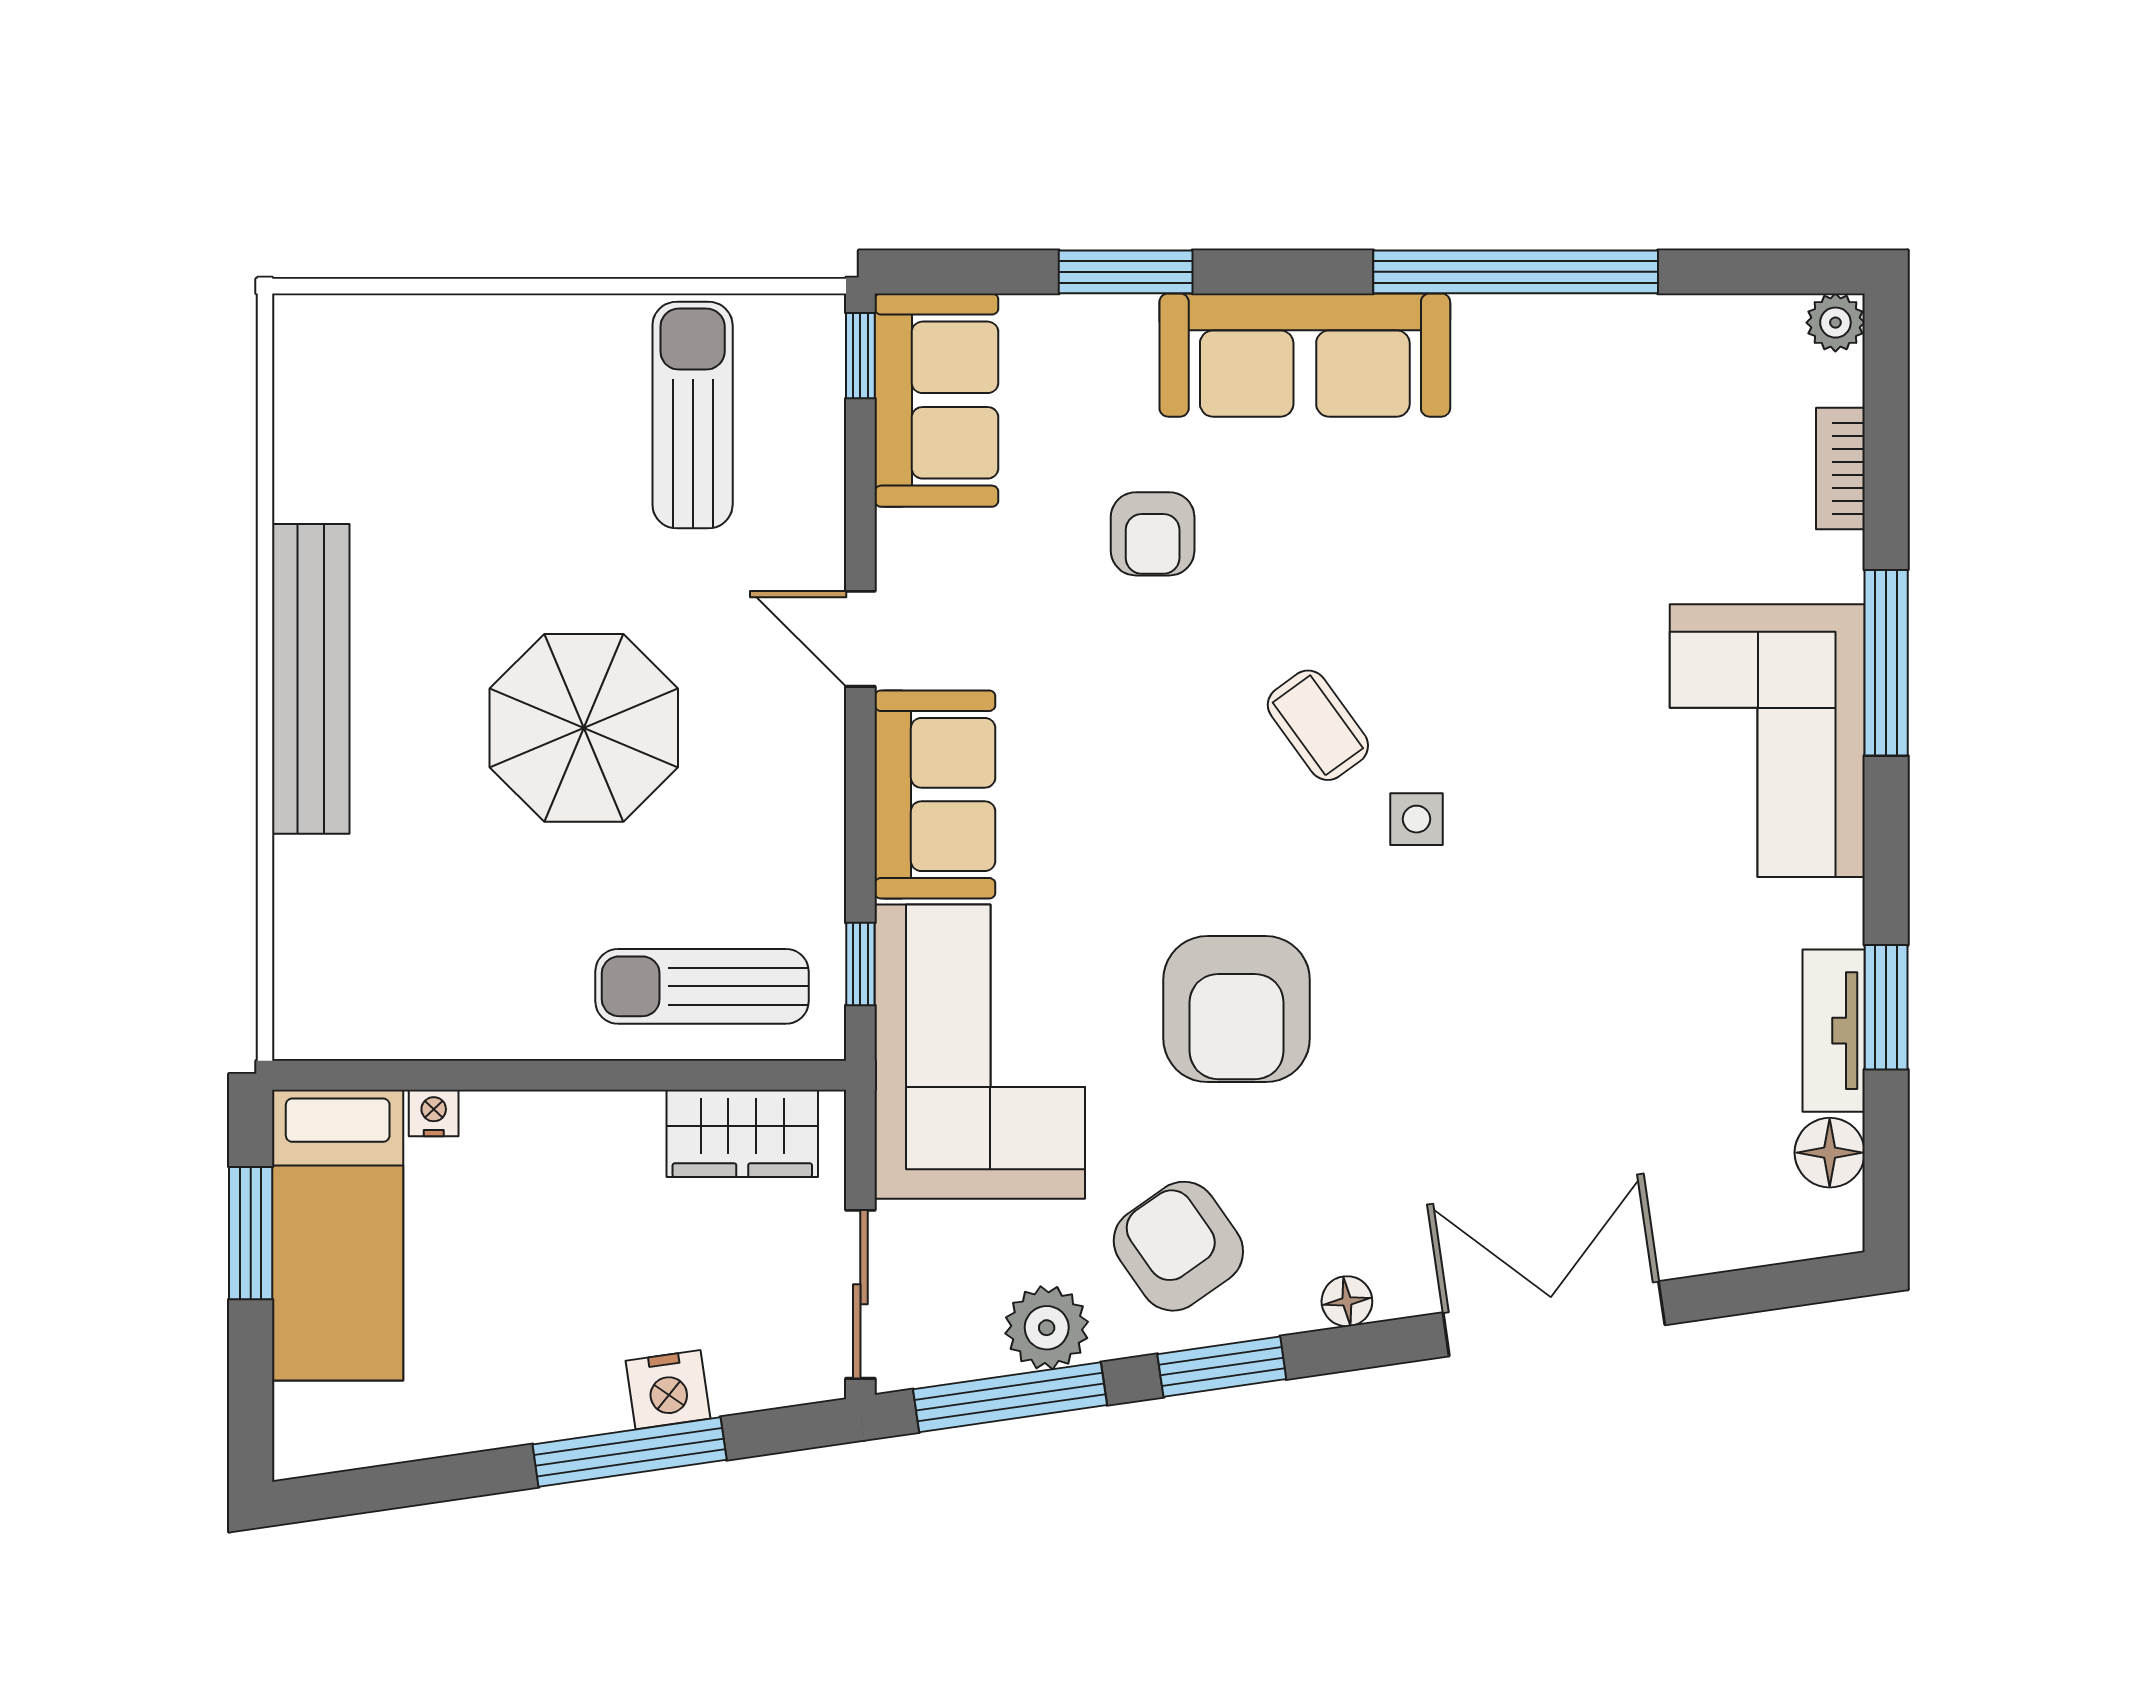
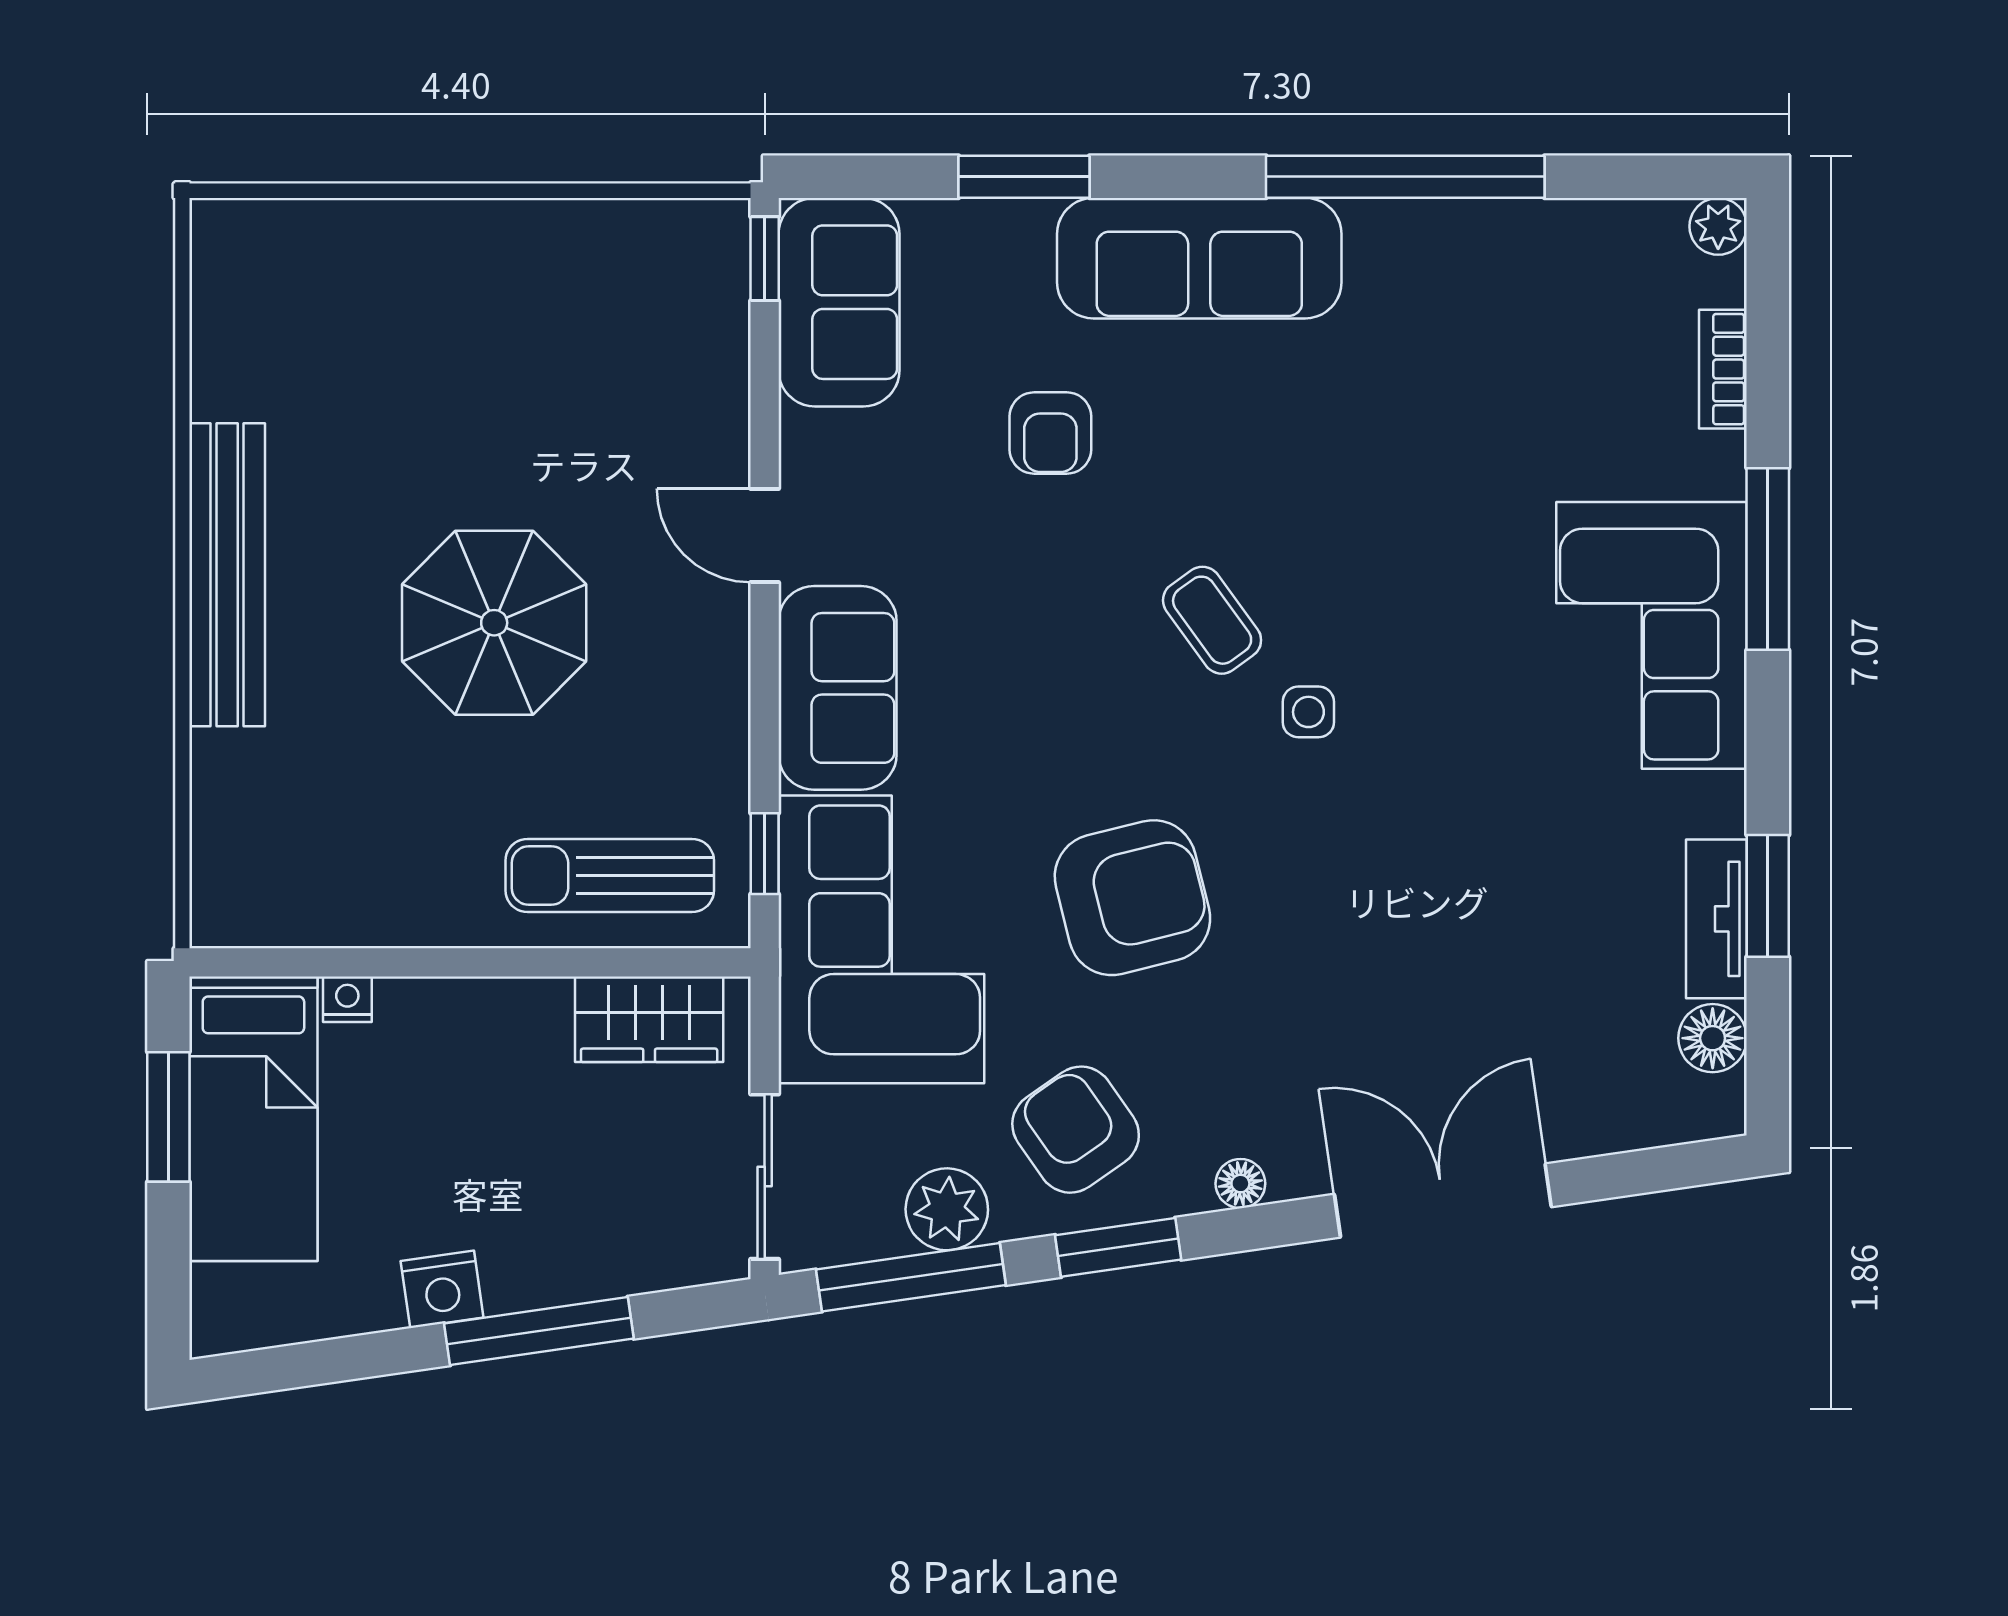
sun lounger: (693, 415) -> (600, 317), removed
armchair: (1237, 1009) -> (1132, 898), turned -104
nightstand: (668, 1390) -> (442, 1289), moved

